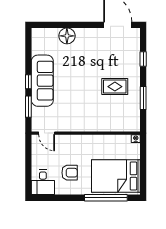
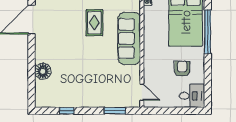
sofa: (42, 81) -> (129, 39), moved, turned -90
window: (28, 82) -> (67, 111), moved
door: (47, 133) -> (142, 92), hinge flipped

